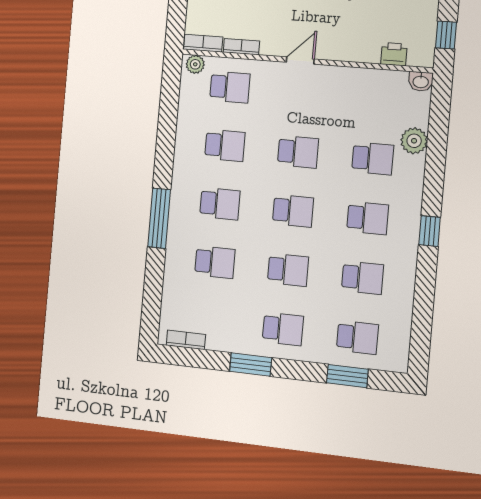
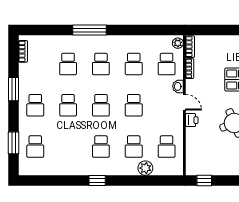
printer: (394, 54) -> (192, 120), moved
washbasin: (421, 81) -> (178, 86), moved
school desk: (362, 278) -> (167, 147), moved

